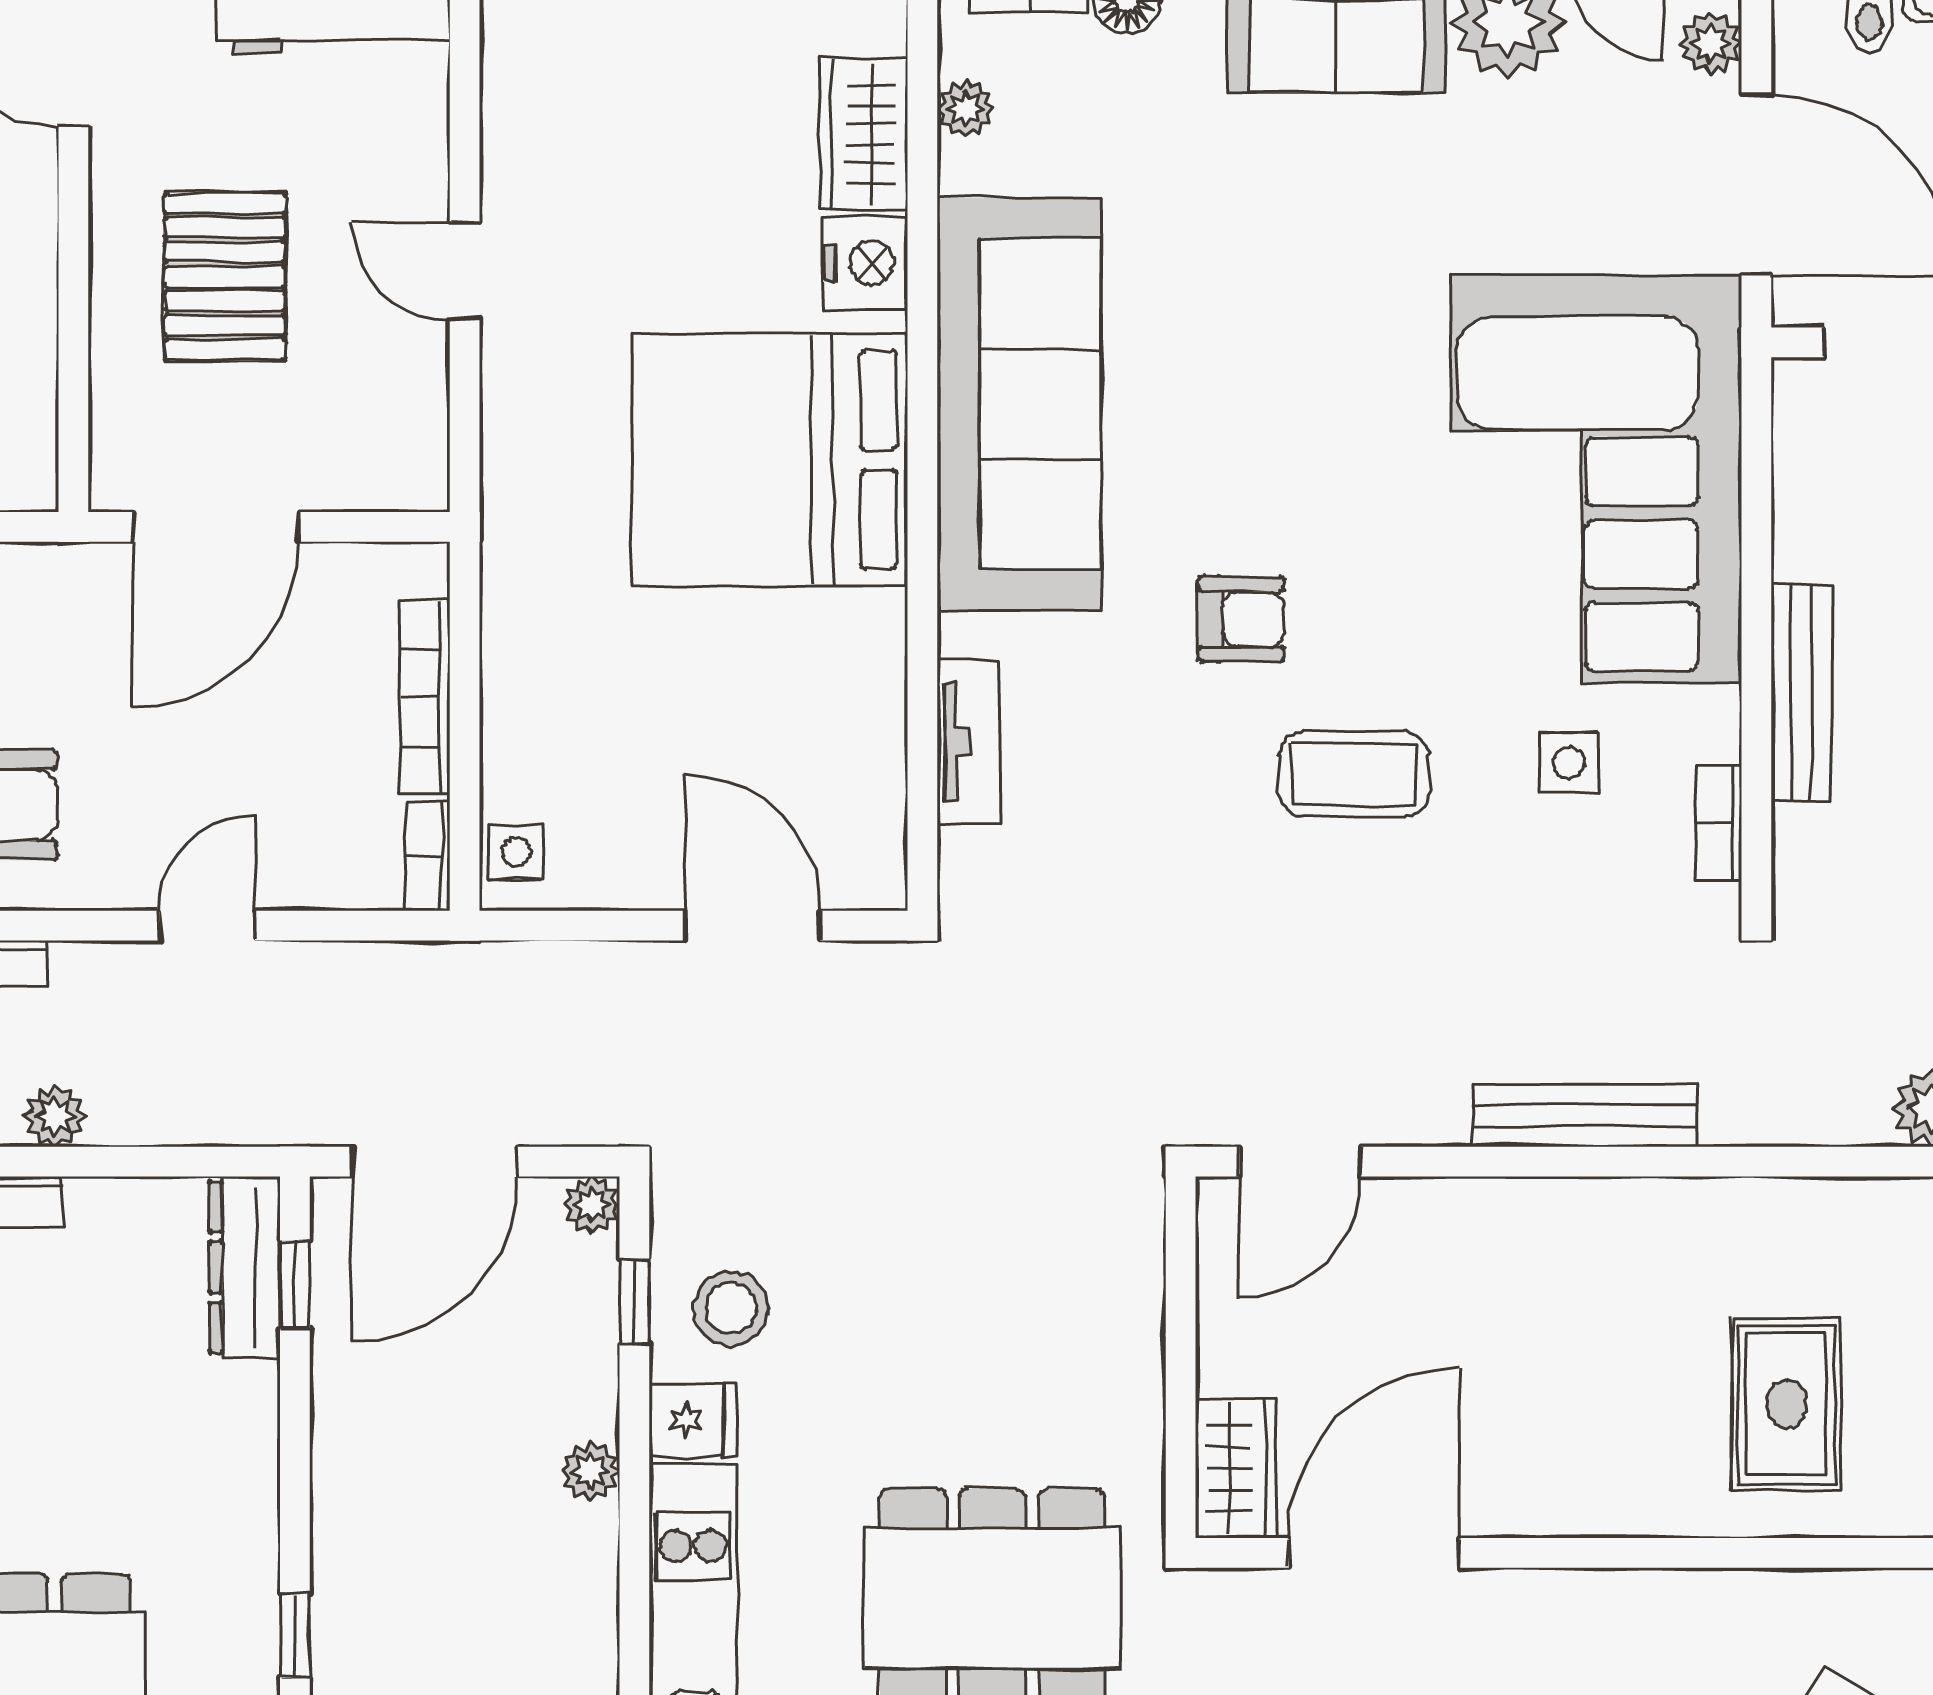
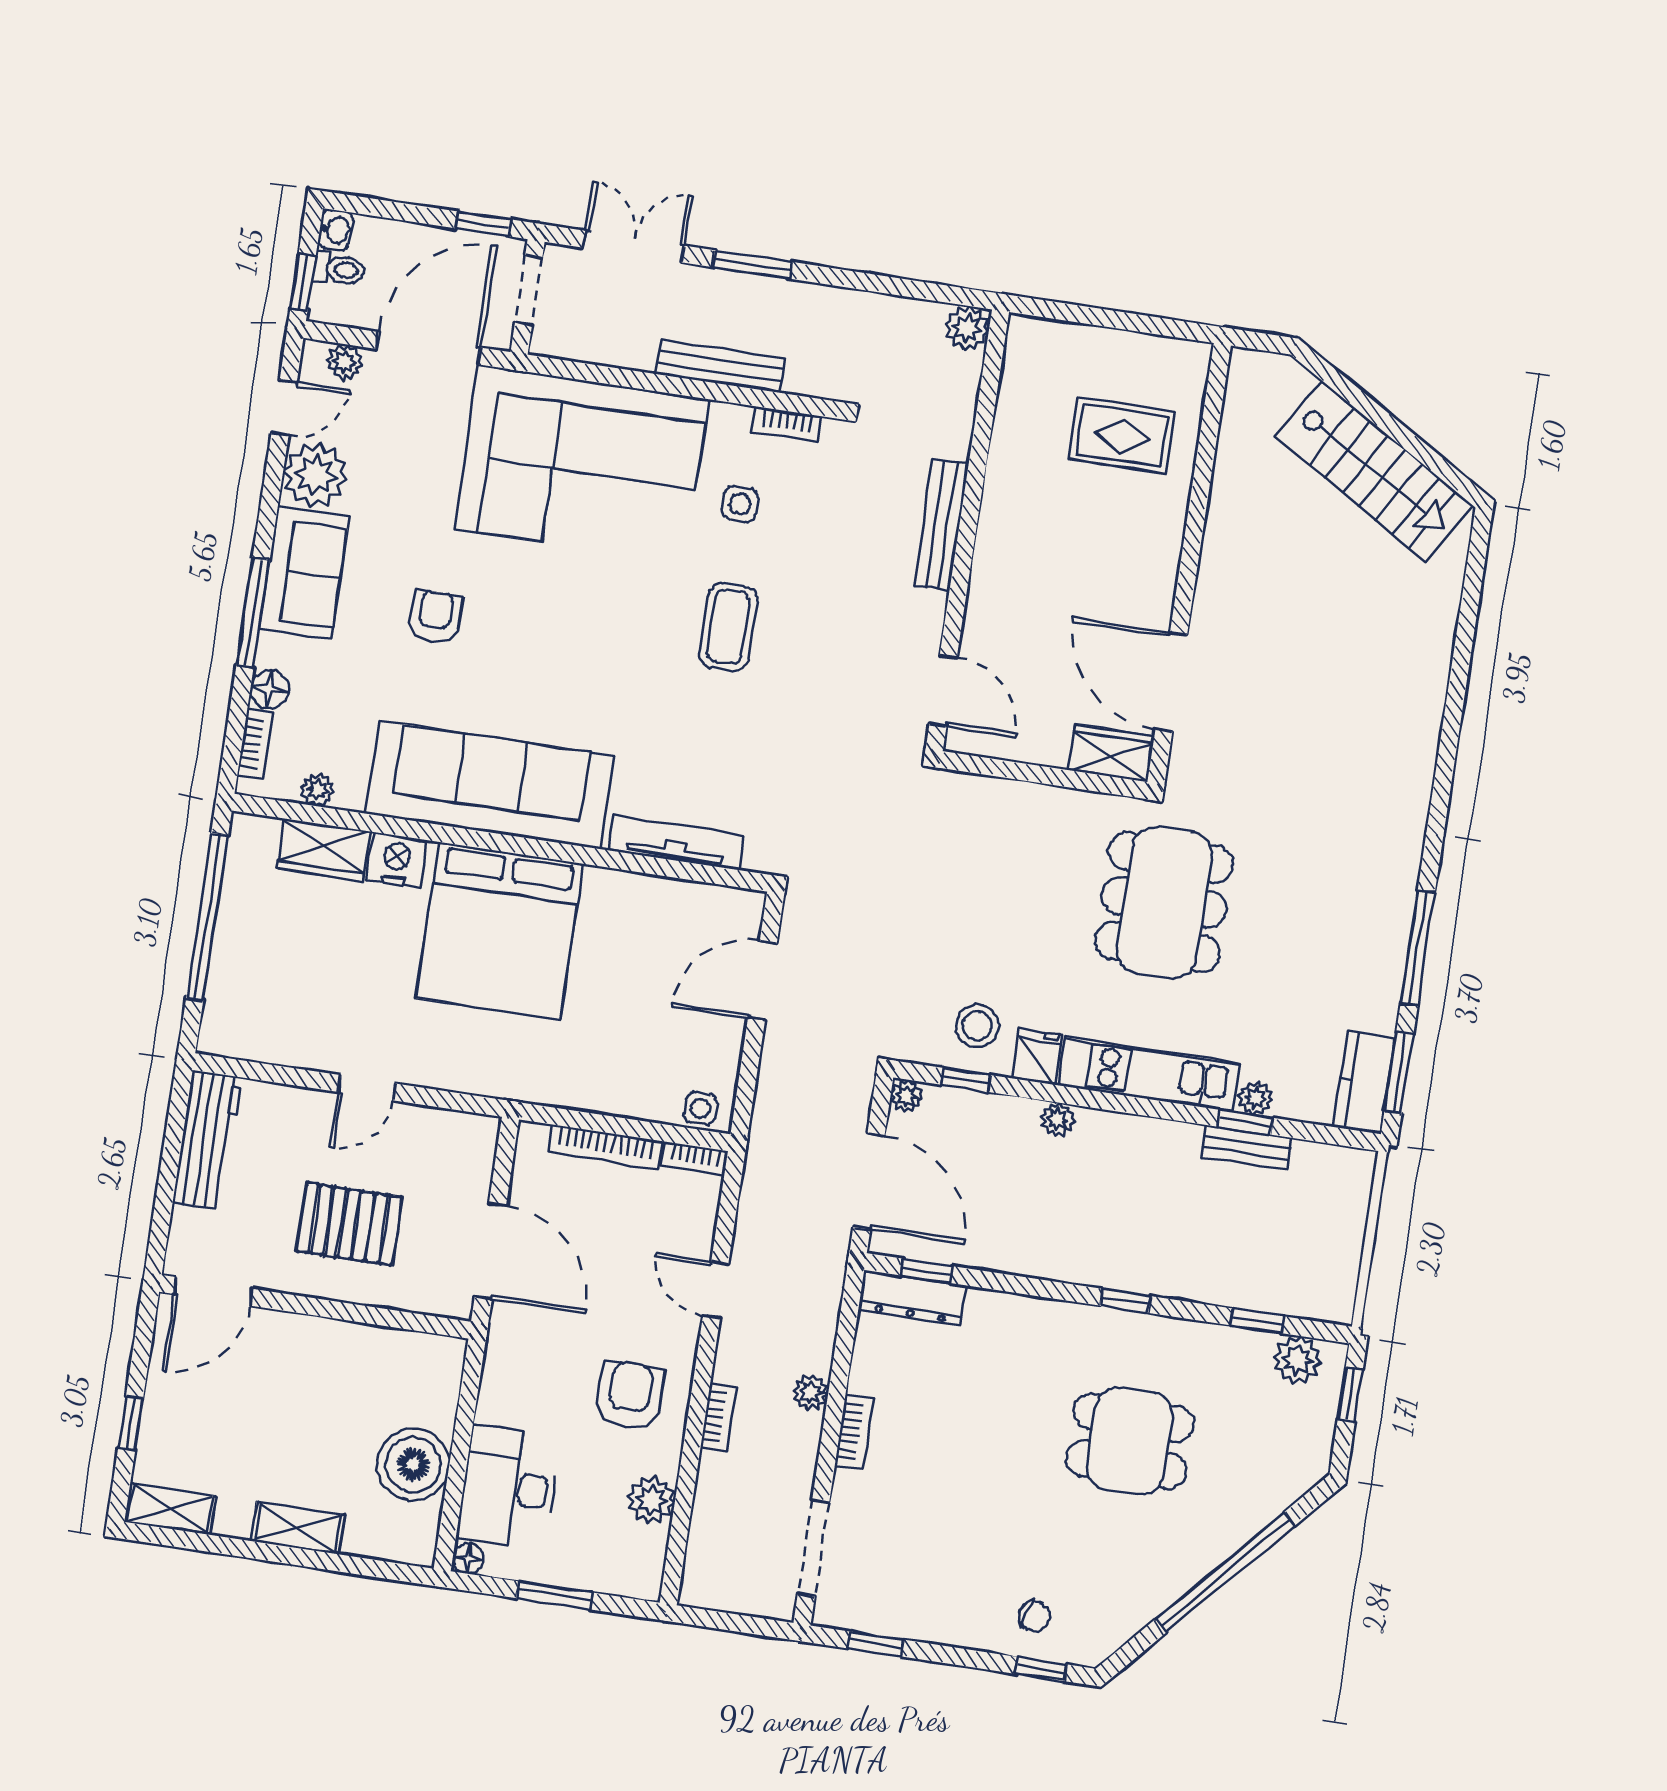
armchair: (1241, 619) -> (435, 617), moved
tv unit: (968, 741) -> (676, 843), width x1.41

